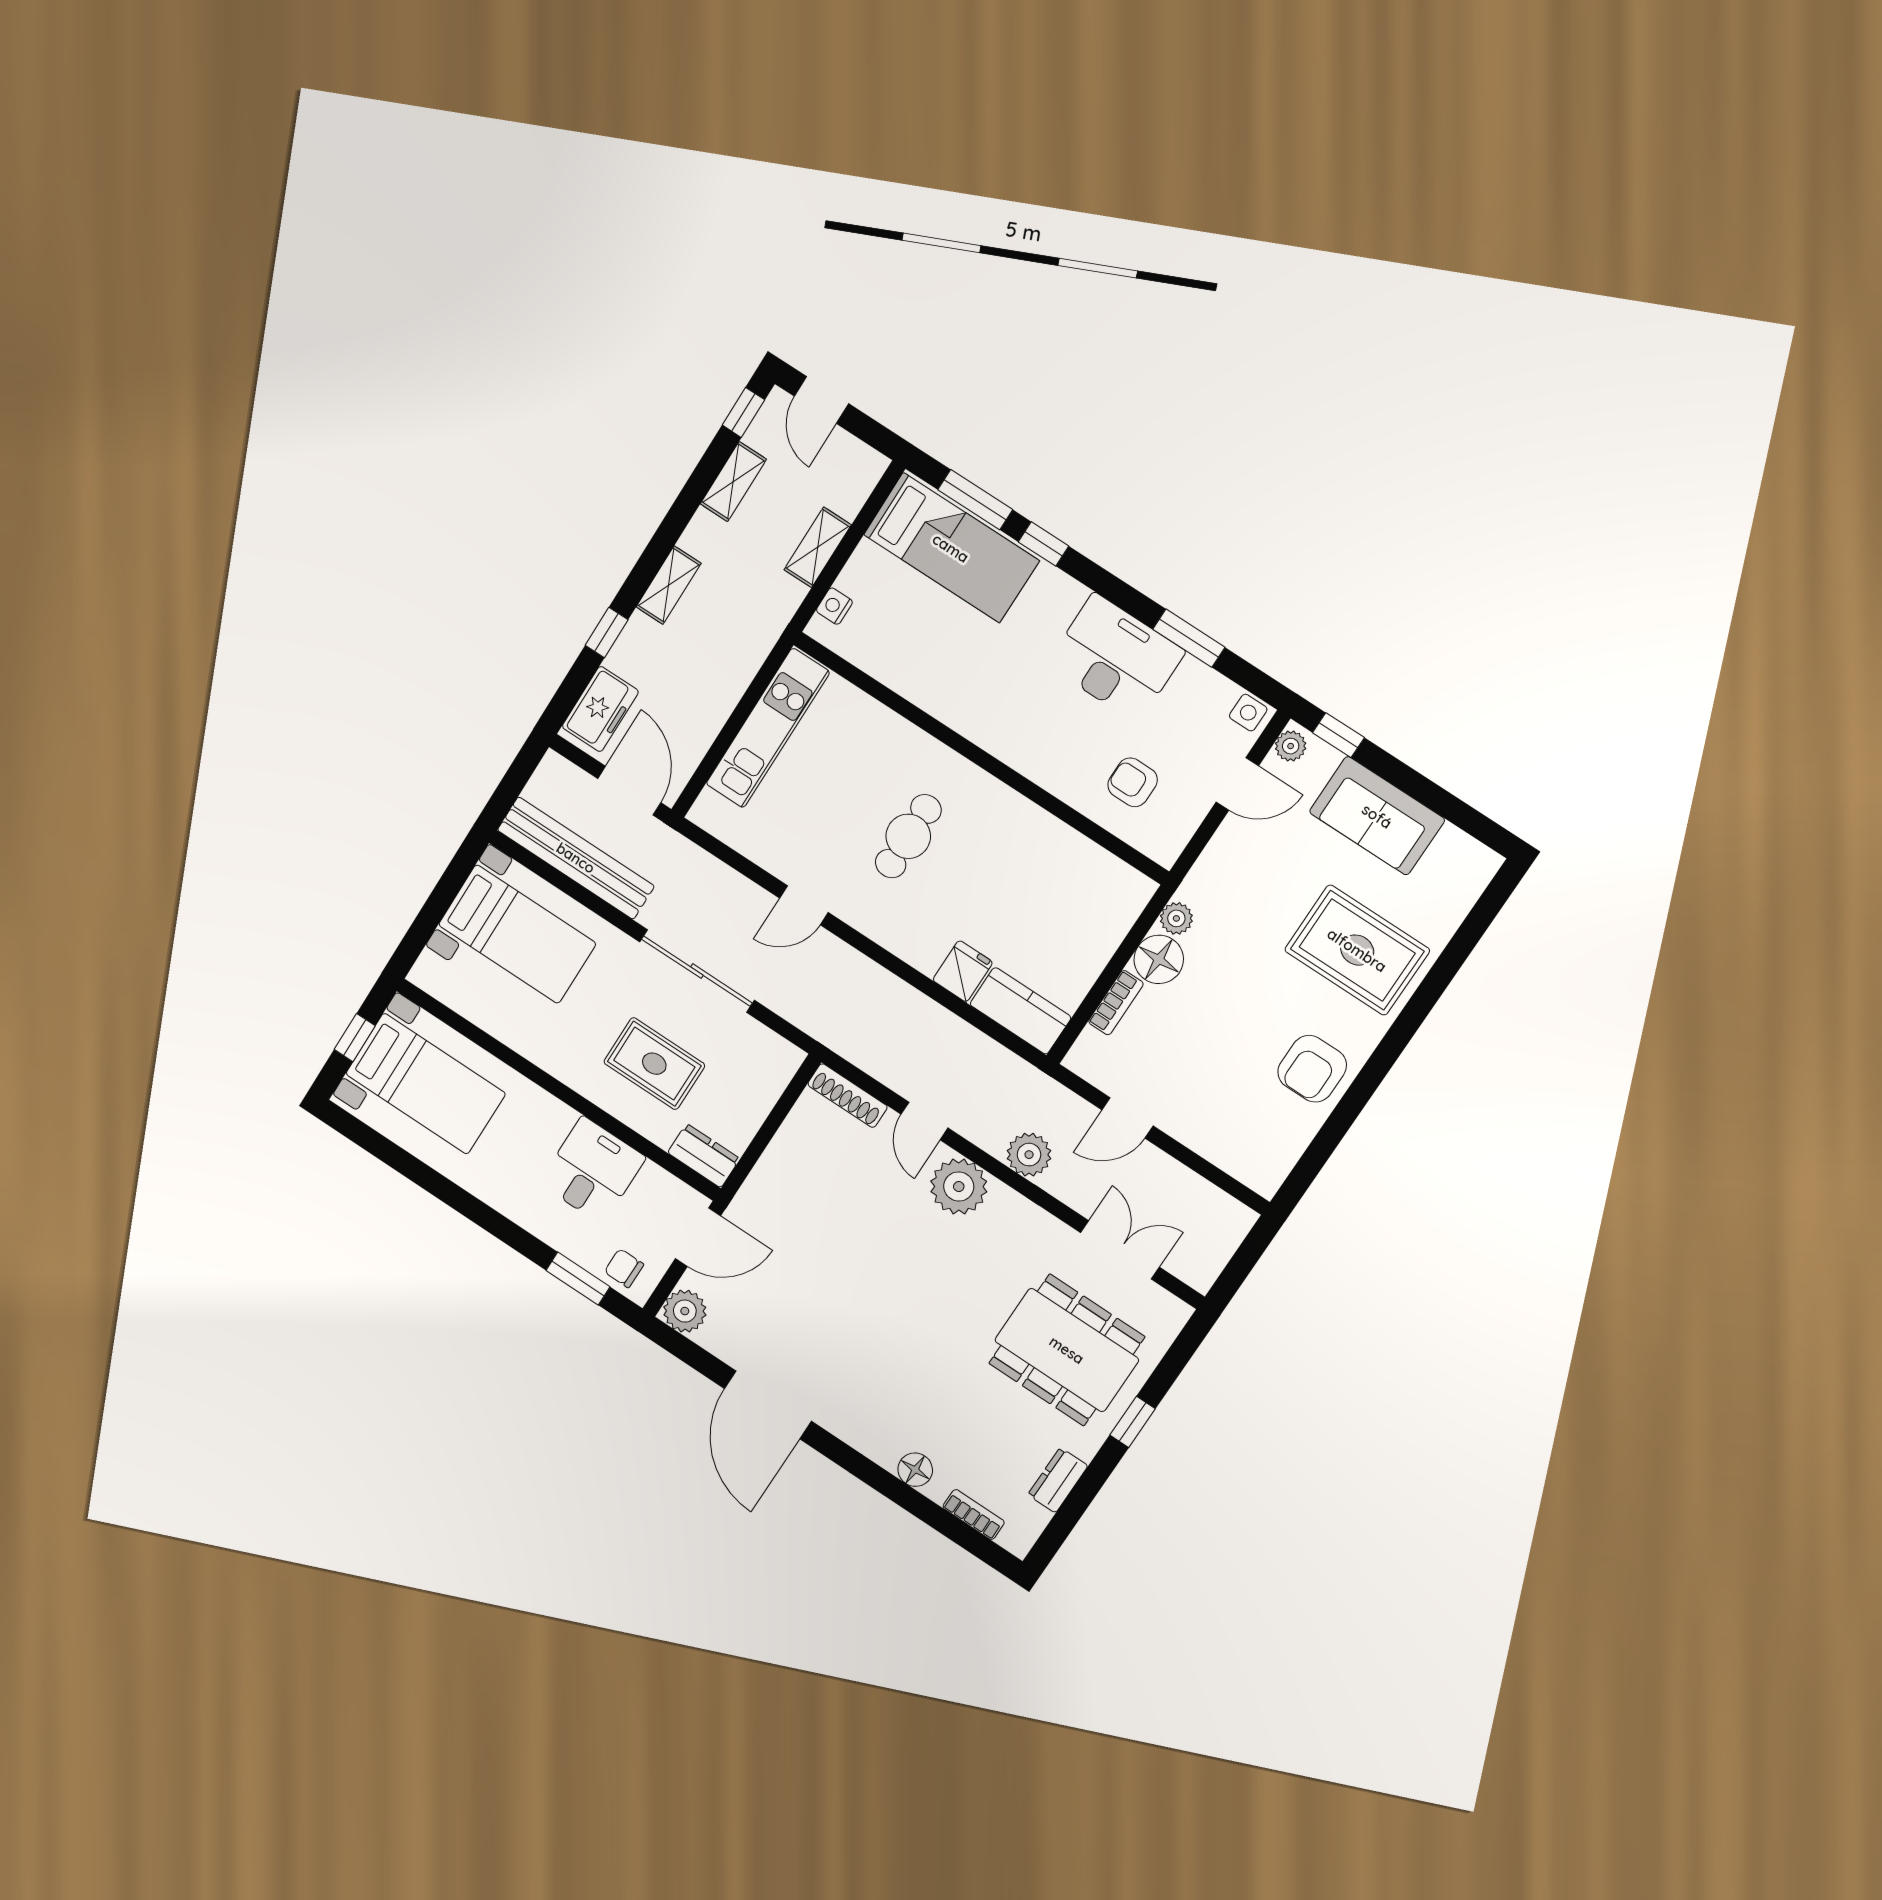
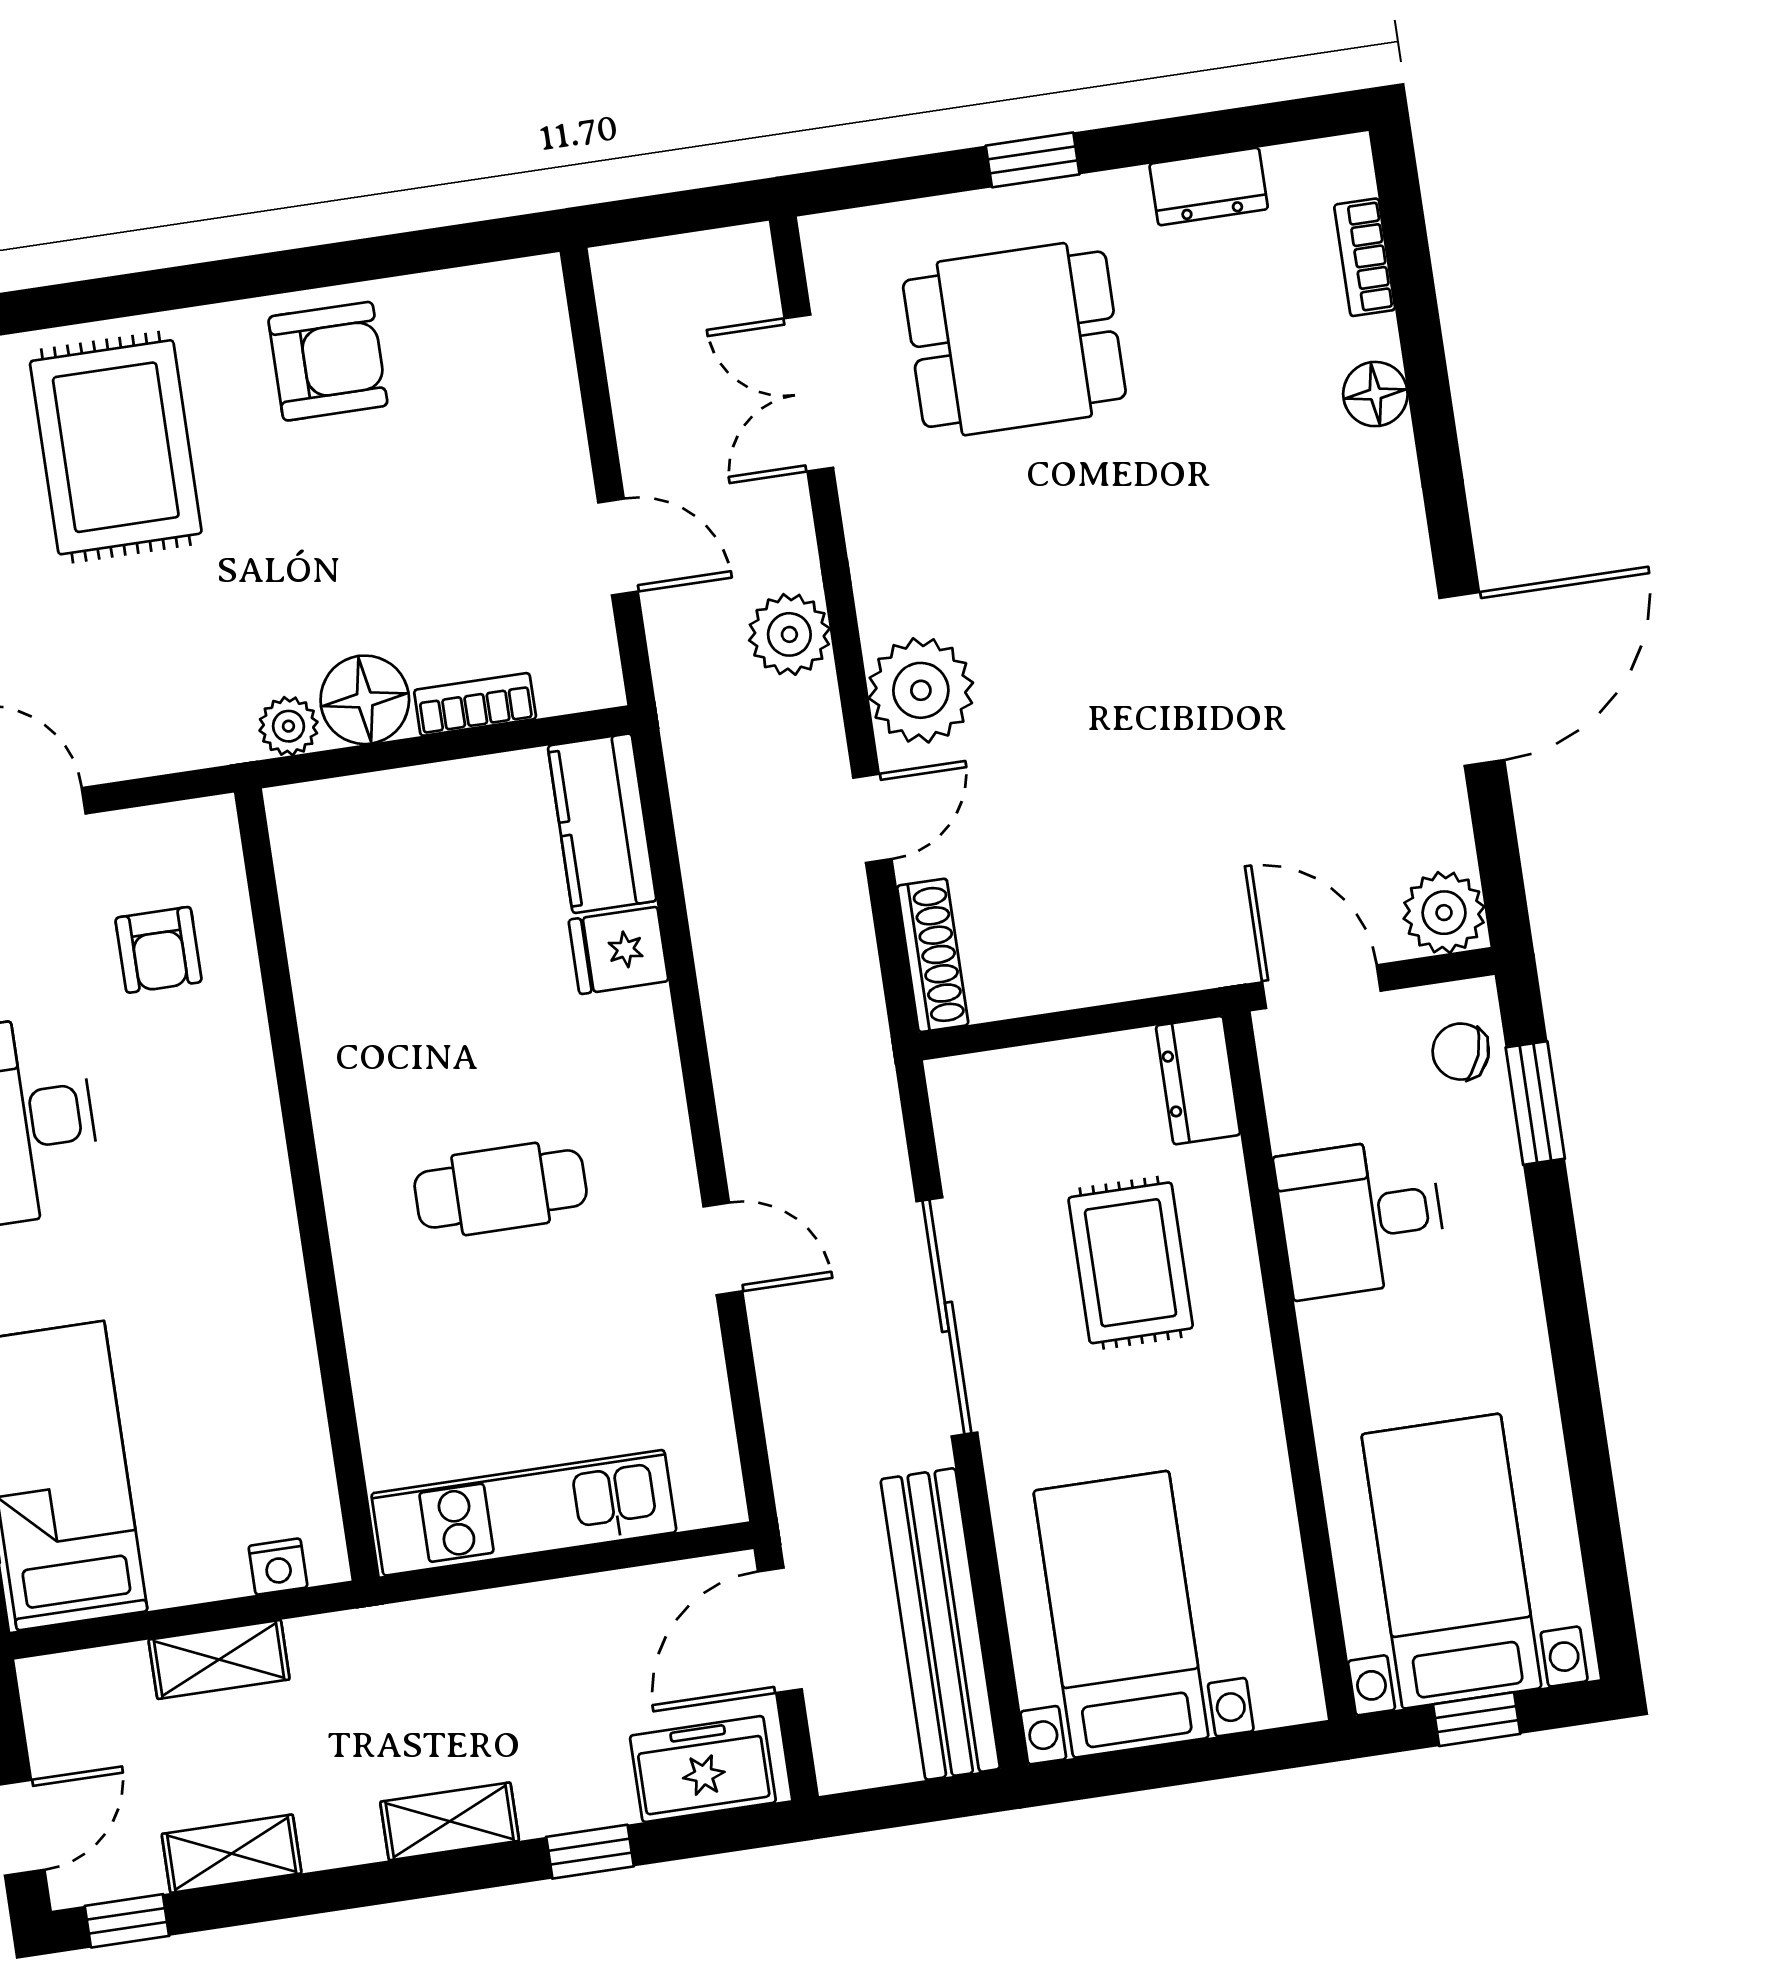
chair: (624, 1268) -> (1461, 1052), turned 110
dining table: (1067, 1350) -> (1014, 339), width x0.73

